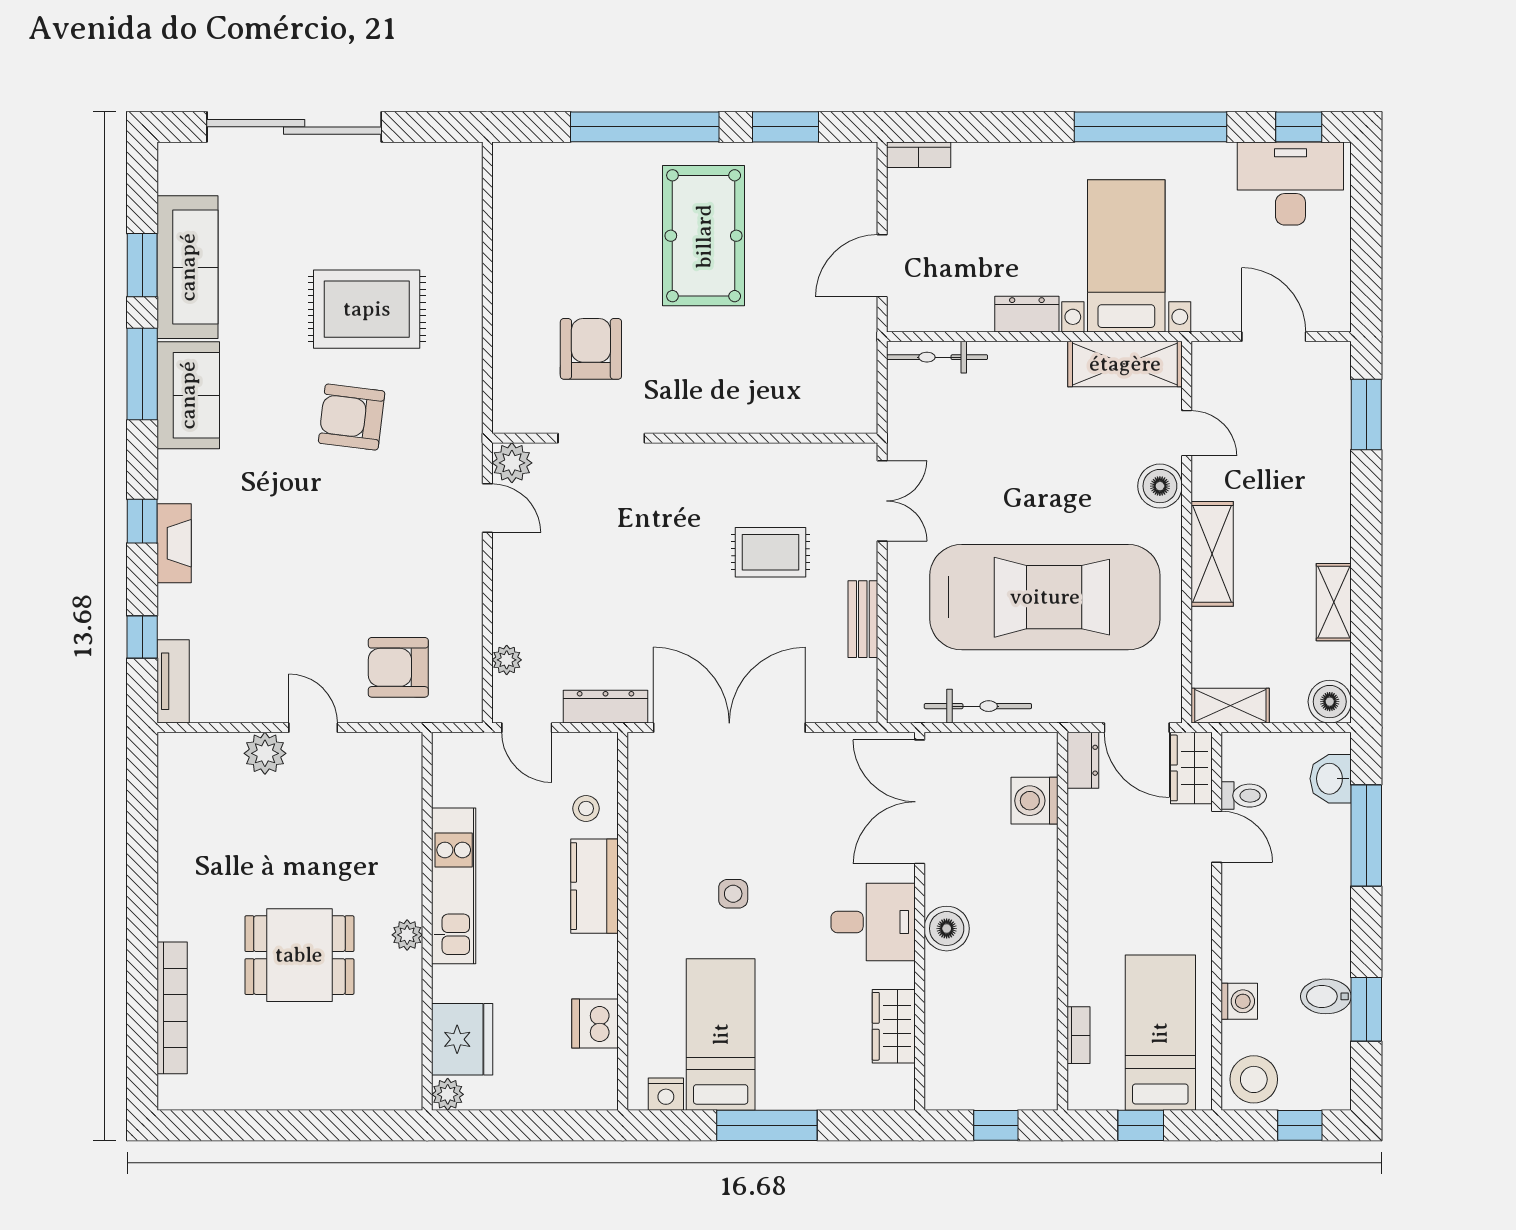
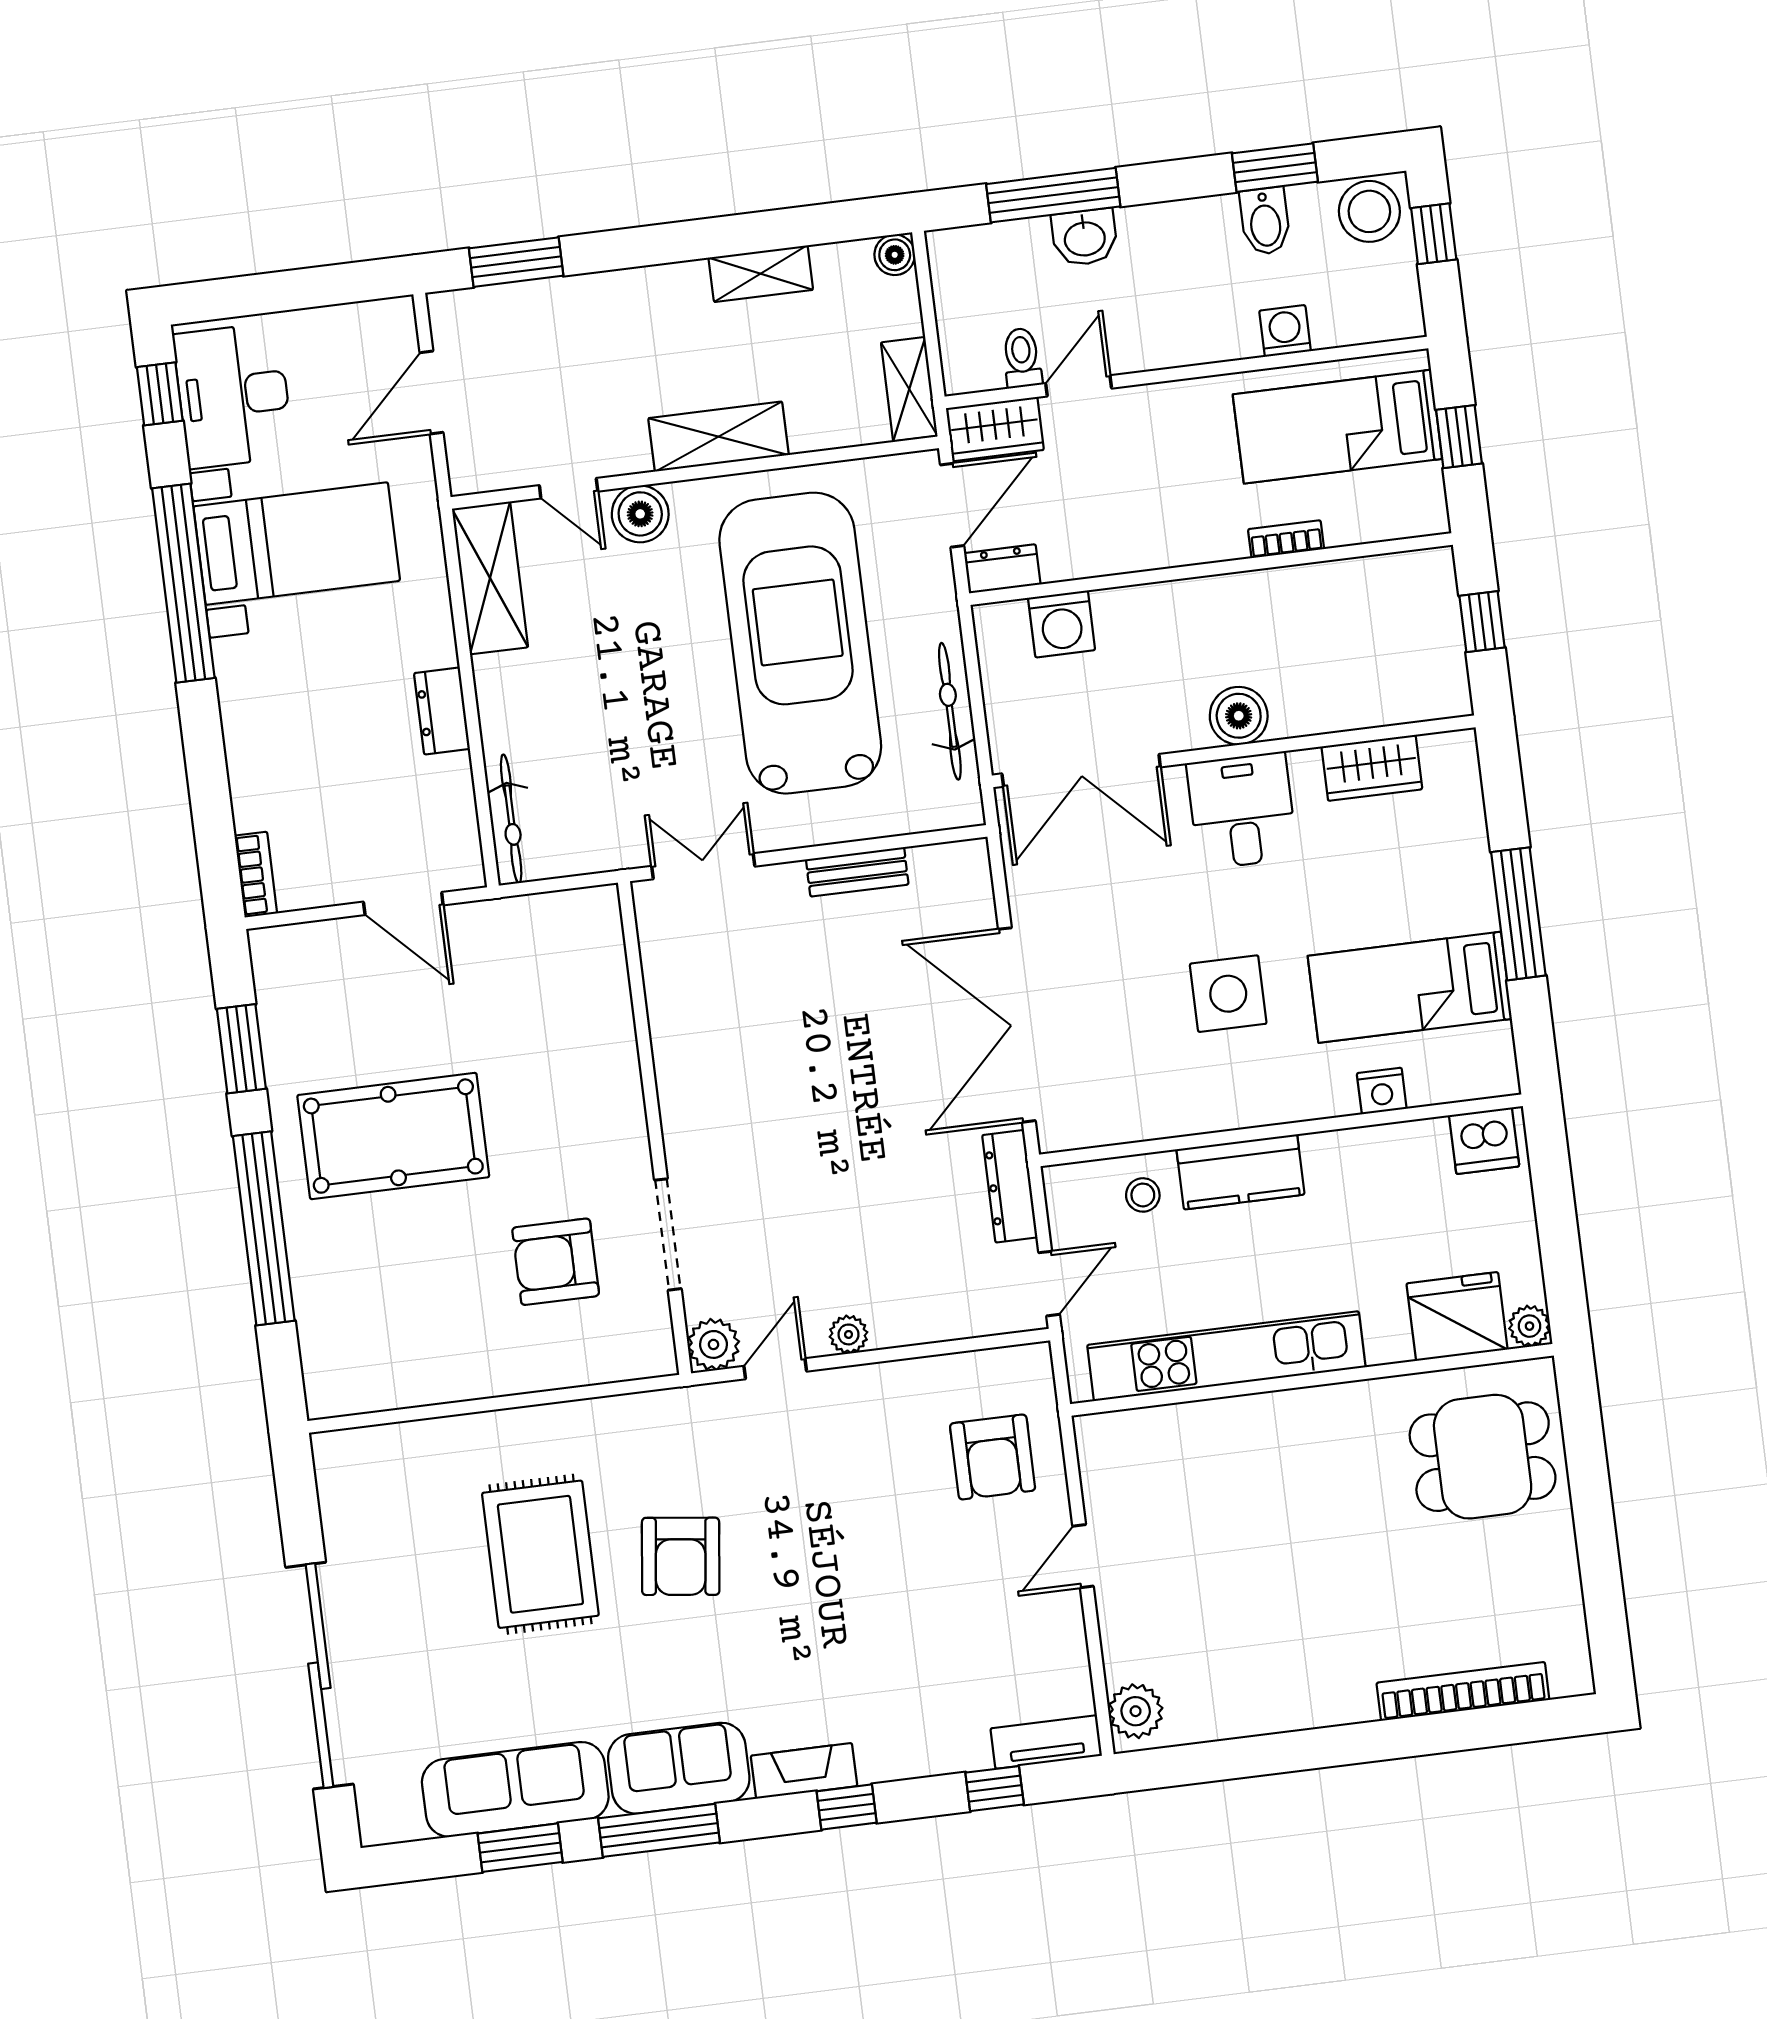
bed with nightstands: (1126, 256) -> (297, 544), moved, turned 180
door: (1187, 433) -> (569, 488), swing flipped
fireplace: (174, 543) -> (804, 1771), moved
rug: (770, 552) -> (786, 1000), removed
plant: (507, 660) -> (848, 1334), moved
boiler: (1330, 702) -> (895, 255), width x0.73, depth x0.73
plant: (265, 753) -> (1136, 1711), moved
washbasin: (1331, 779) -> (1085, 237), moved
kitchen unit: (454, 886) -> (1226, 1356), width x1.36
side table: (733, 894) -> (1228, 994), width x1.87, depth x1.87
plant: (407, 935) -> (1333, 1403), removed
dining table: (299, 955) -> (1483, 1457), moved, turned 90
dishwasher: (595, 1024) -> (1484, 1141), moved
bookcase: (1078, 1035) -> (1286, 539), moved
stool: (1254, 1079) -> (1369, 211), moved
nightstand: (666, 1094) -> (1382, 1091), moved, turned 90

